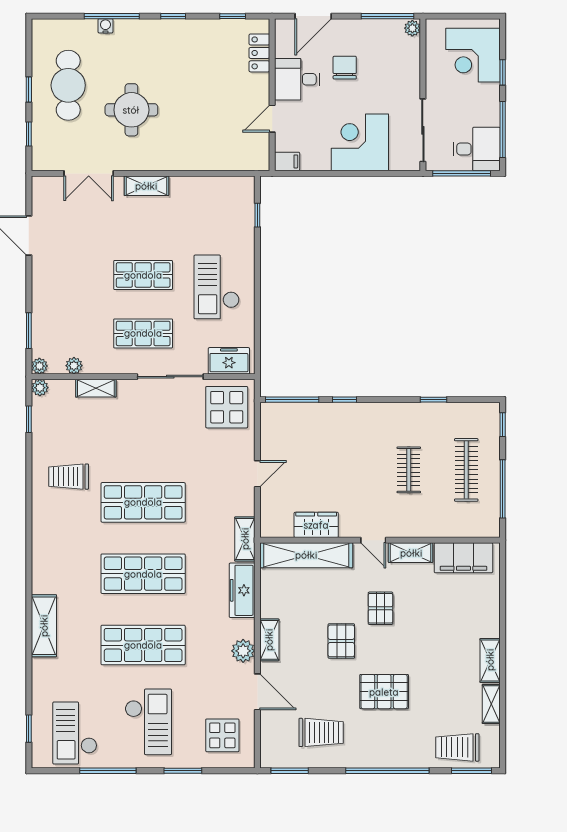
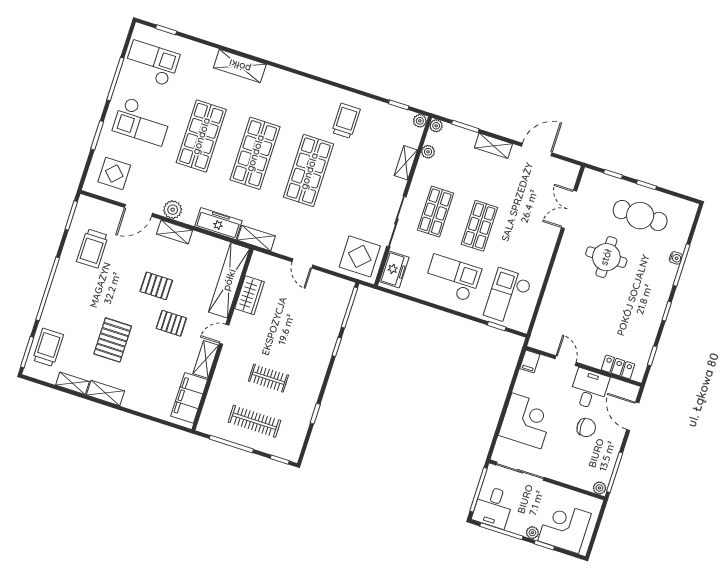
plant: (492, 92) -> (532, 533), added
shelving: (146, 186) -> (493, 146), moved, turned 90
checkout: (217, 213) -> (508, 297), added
pallet: (384, 692) -> (113, 340), moved

